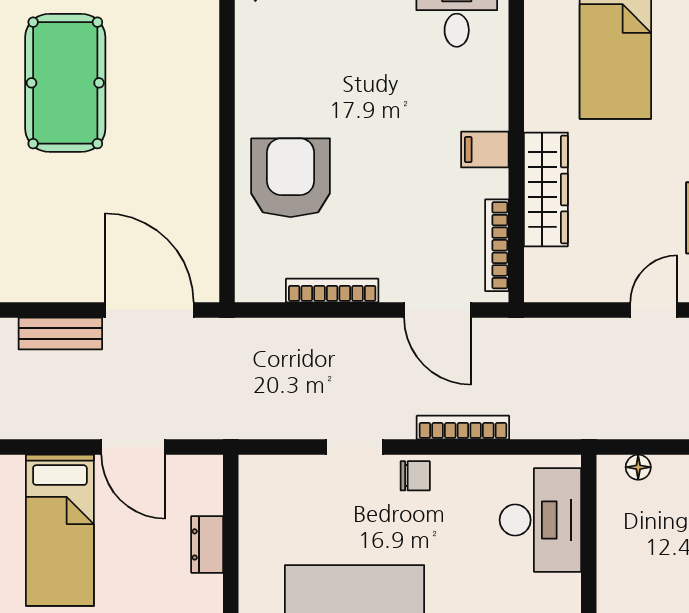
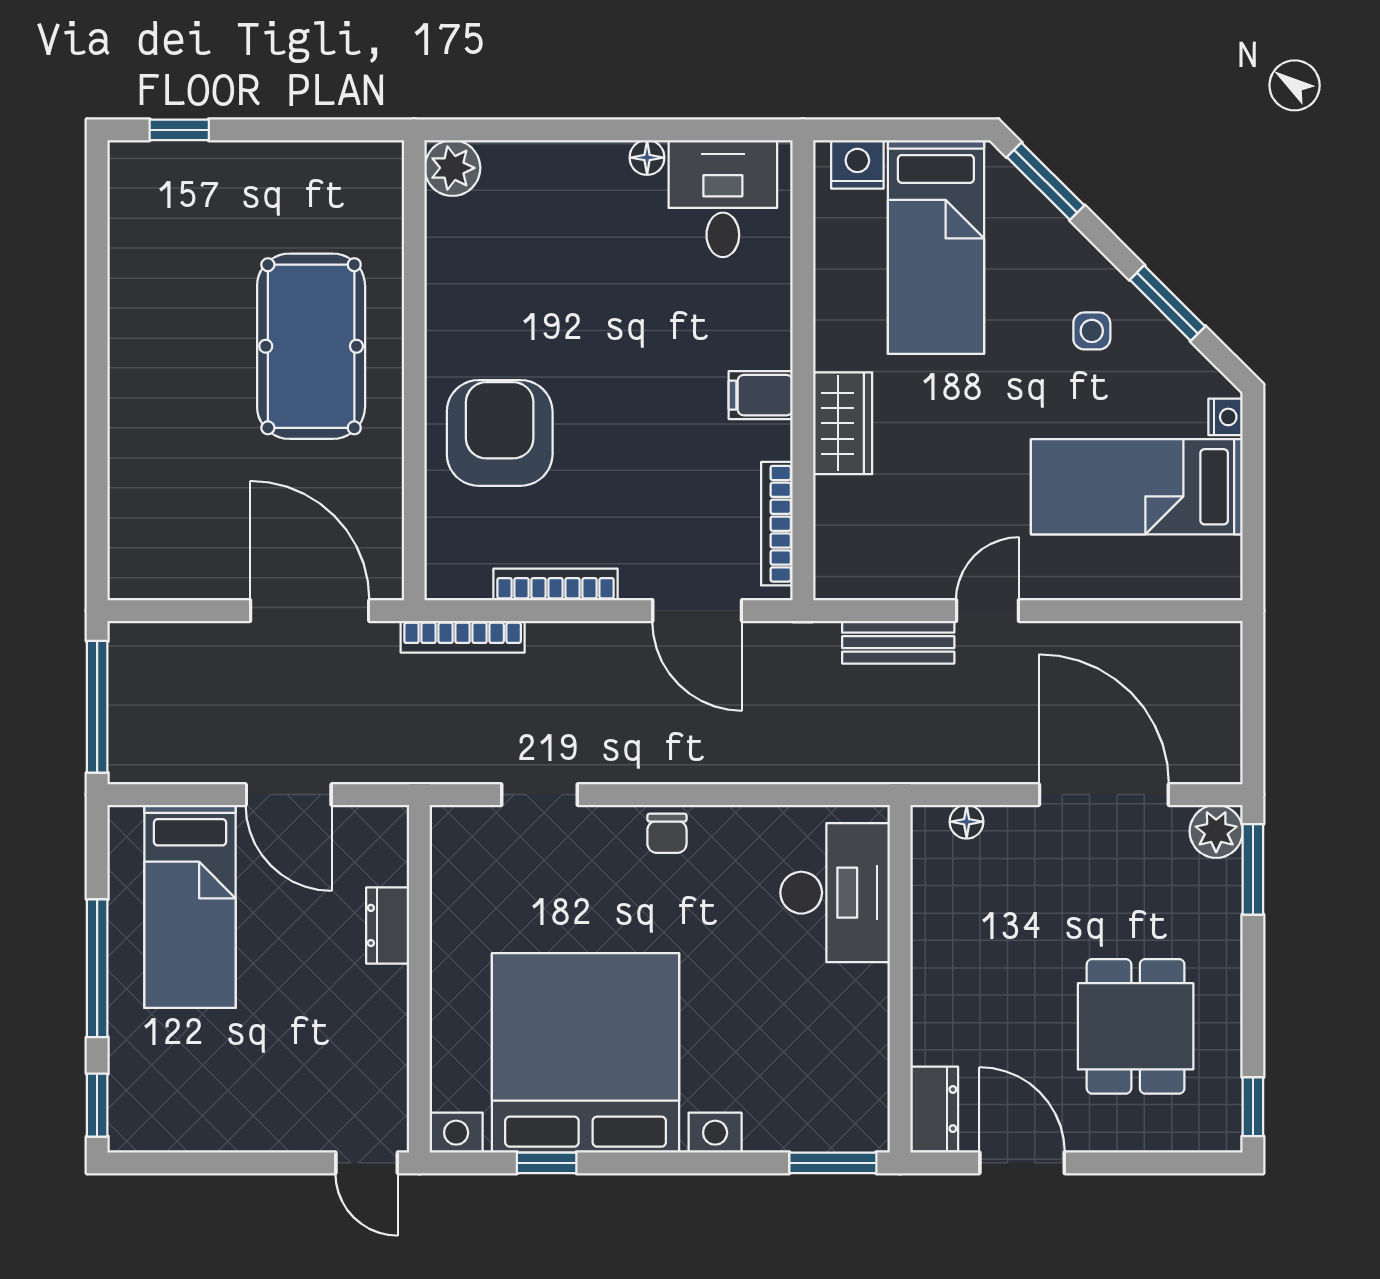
pool table: (65, 83) -> (311, 346), moved
wardrobe: (546, 189) -> (843, 423), width x0.67
bench: (60, 333) -> (898, 642), moved
bookcase: (463, 428) -> (463, 637), moved, turned 180
doorway: (354, 447) -> (539, 795), moved
chair: (415, 476) -> (667, 833), turned 90

